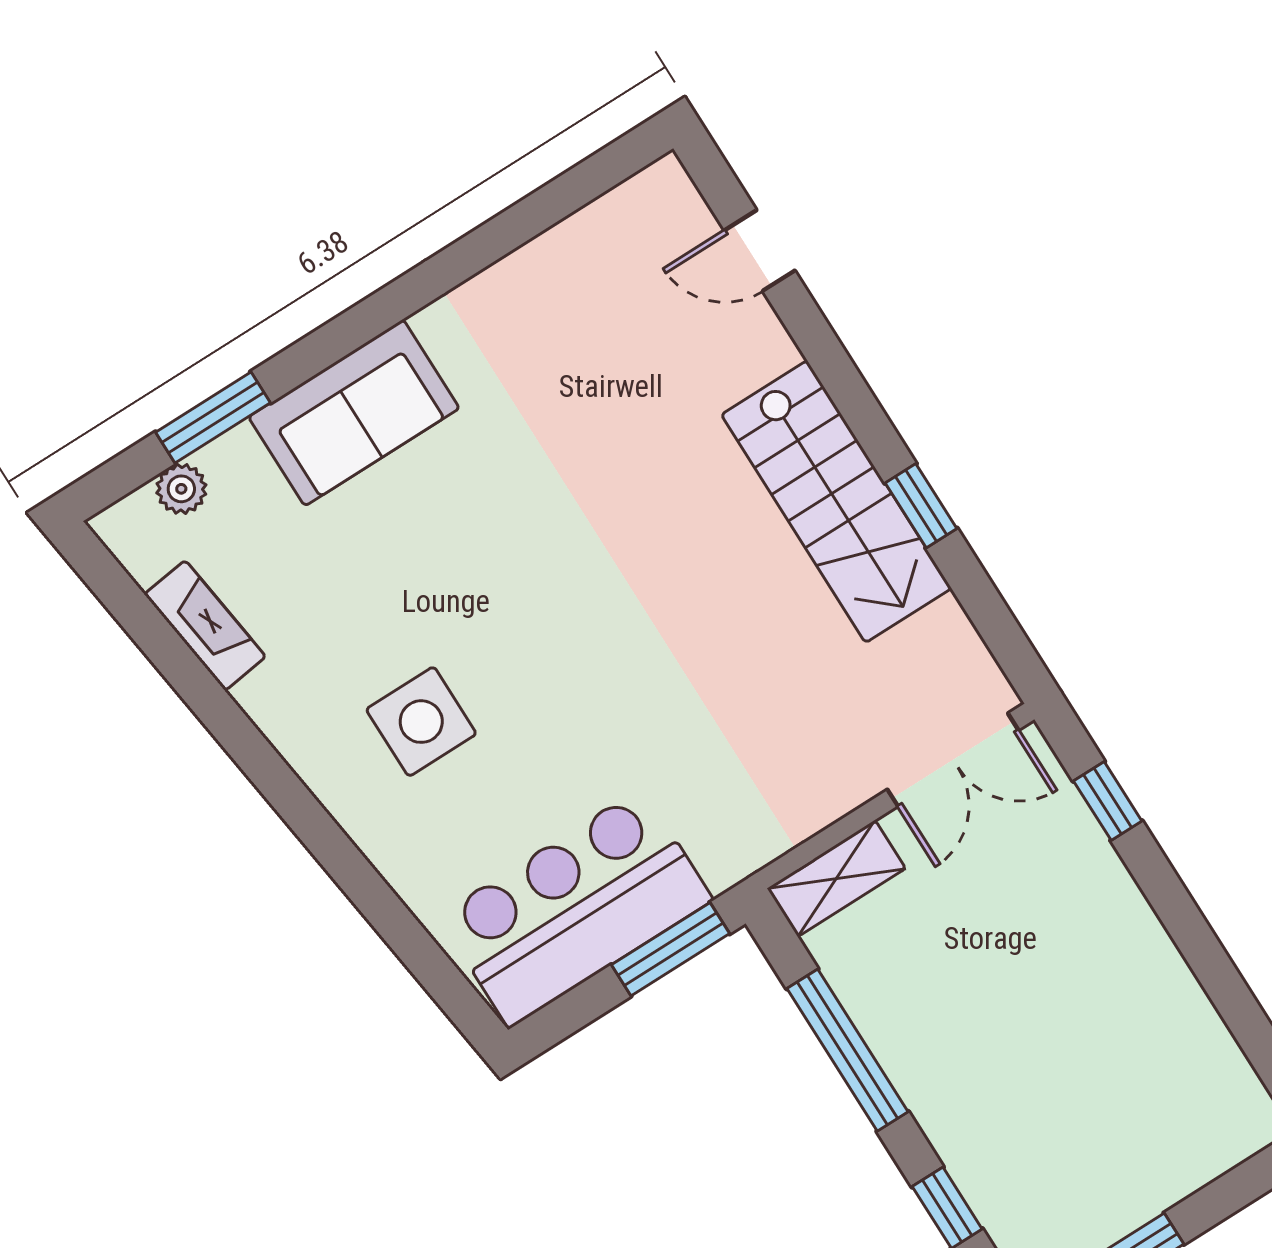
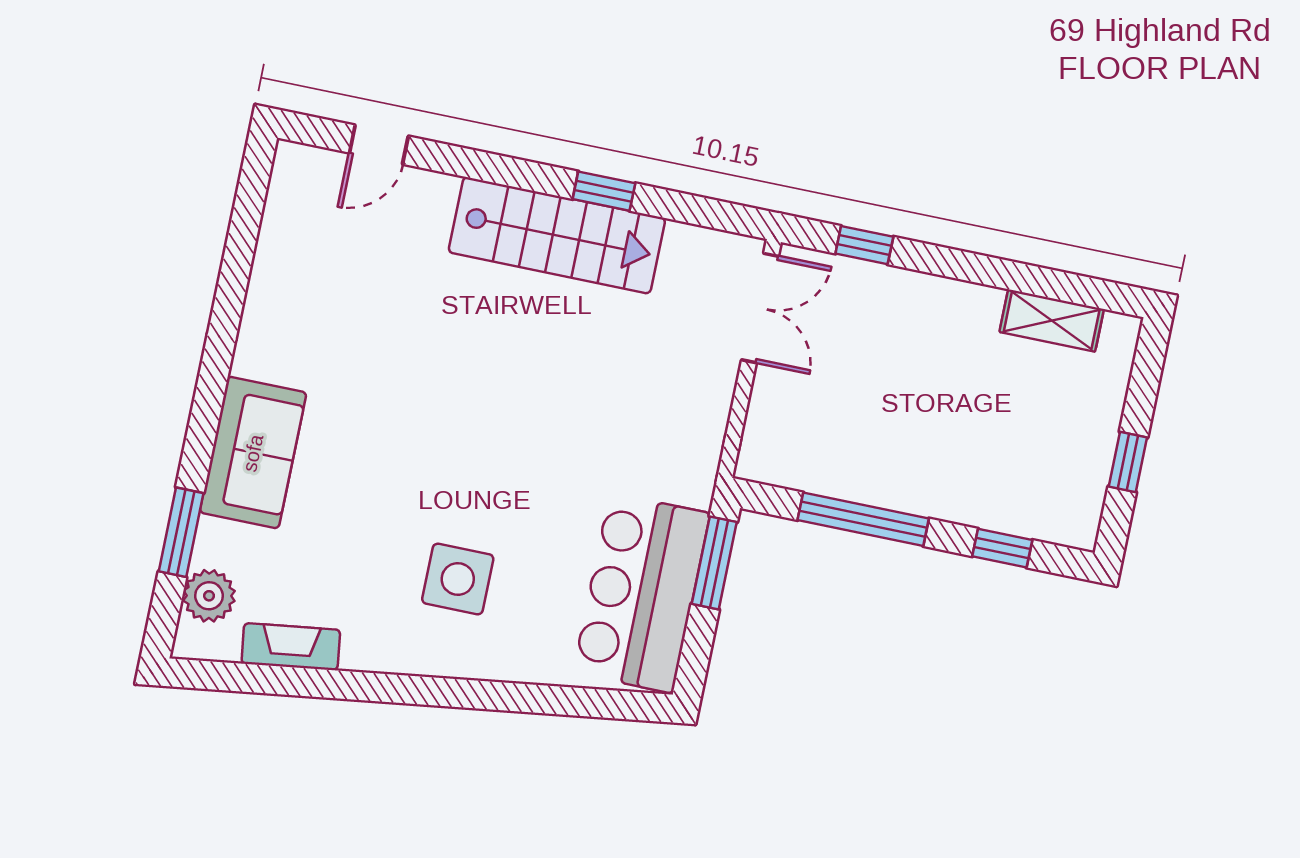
plant: (181, 489) -> (209, 596), width x1.38, depth x1.38
shelving: (836, 878) -> (1052, 320), moved, turned 90

